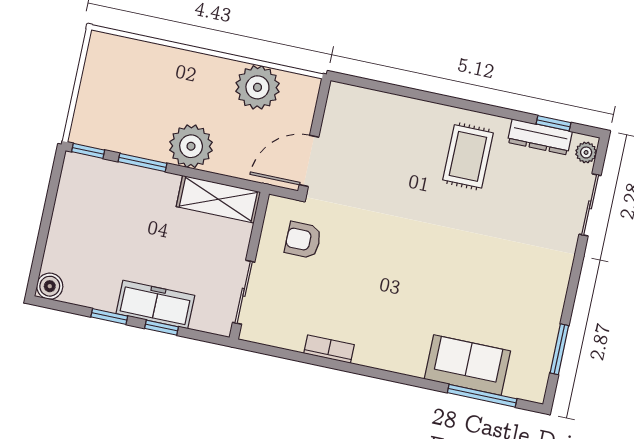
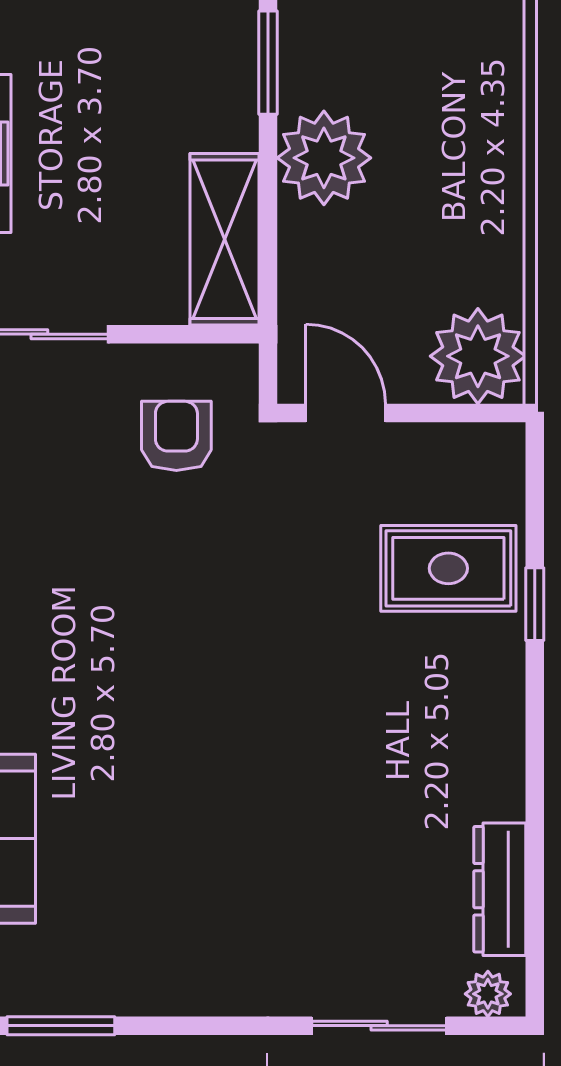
plant: (257, 87) -> (478, 356), moved
window: (554, 123) -> (535, 604), moved
rug: (468, 156) -> (448, 568), moved
door: (309, 161) -> (346, 413), width x0.73

